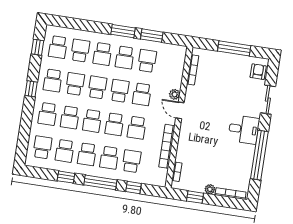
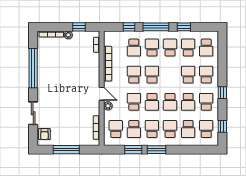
school desk: (92, 121) -> (116, 129), moved
desk: (244, 129) -> (49, 87), removed

